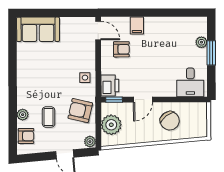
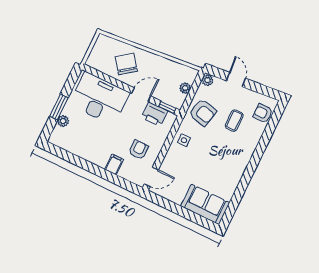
door: (98, 30) -> (151, 177), swing flipped
armchair: (121, 49) -> (139, 150), turned 90
desk: (190, 82) -> (99, 99), width x1.87, depth x1.30
printer: (110, 85) -> (155, 114), moved, turned -90
plant: (23, 115) -> (257, 134), removed
plant: (111, 125) -> (185, 88), width x0.53, depth x0.53

